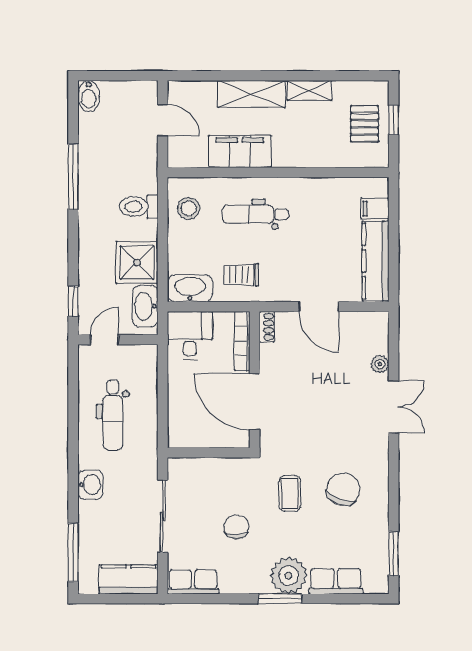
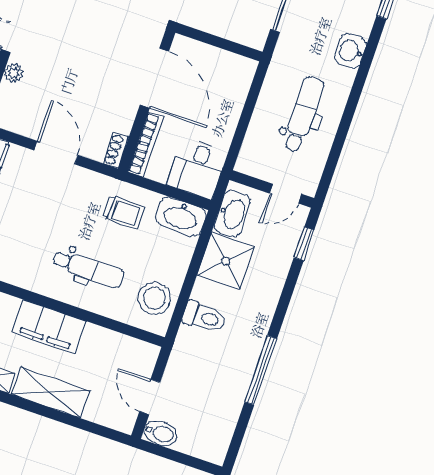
bidet: (89, 96) -> (160, 433), moved, turned 90
filing cabinet: (240, 151) -> (49, 327), moved
stool: (189, 208) -> (154, 298), width x1.38, depth x1.38

